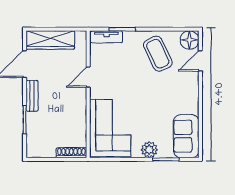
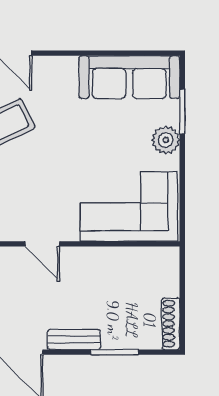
sofa: (186, 136) -> (129, 77), width x1.36
shoe rack: (71, 153) -> (171, 324), moved

